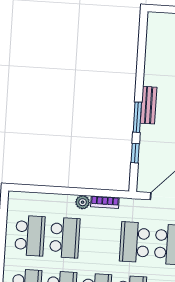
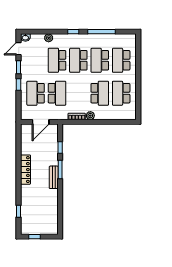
school desk: (65, 238) -> (100, 93), turned 180

